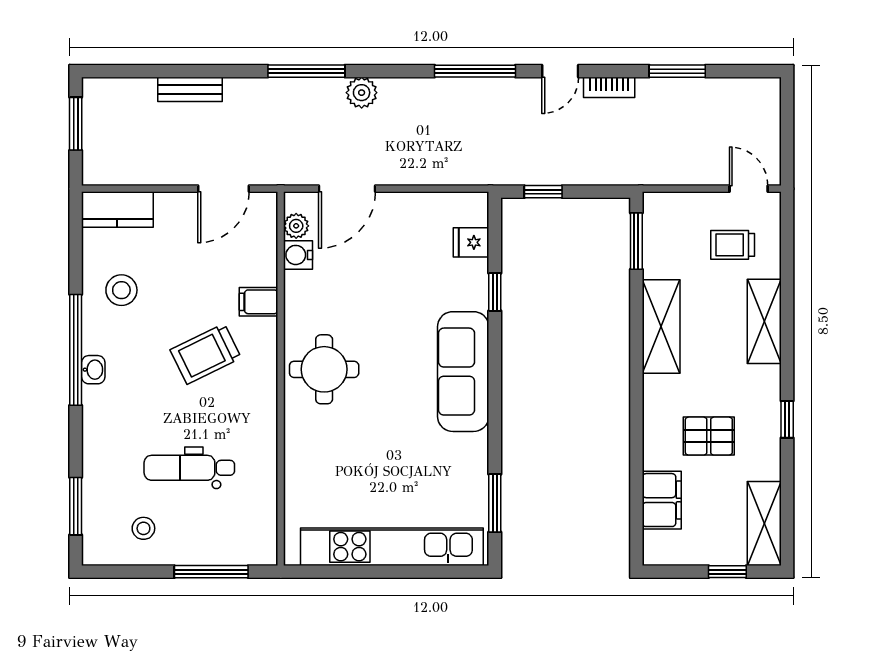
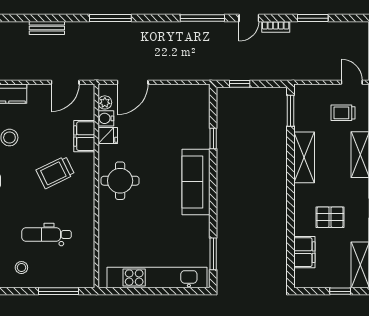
plant: (362, 93) -> (140, 30), removed
fridge: (471, 242) -> (108, 136), moved, turned 180
filing cabinet: (259, 302) -> (84, 136), width x2.00

